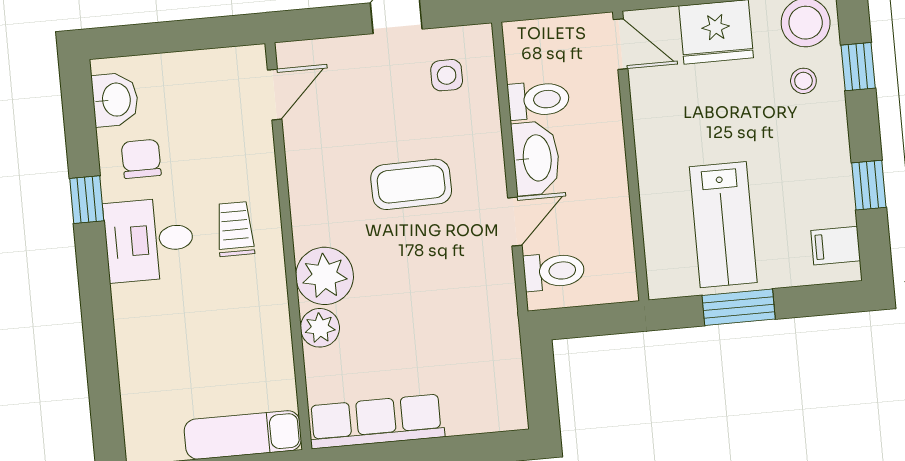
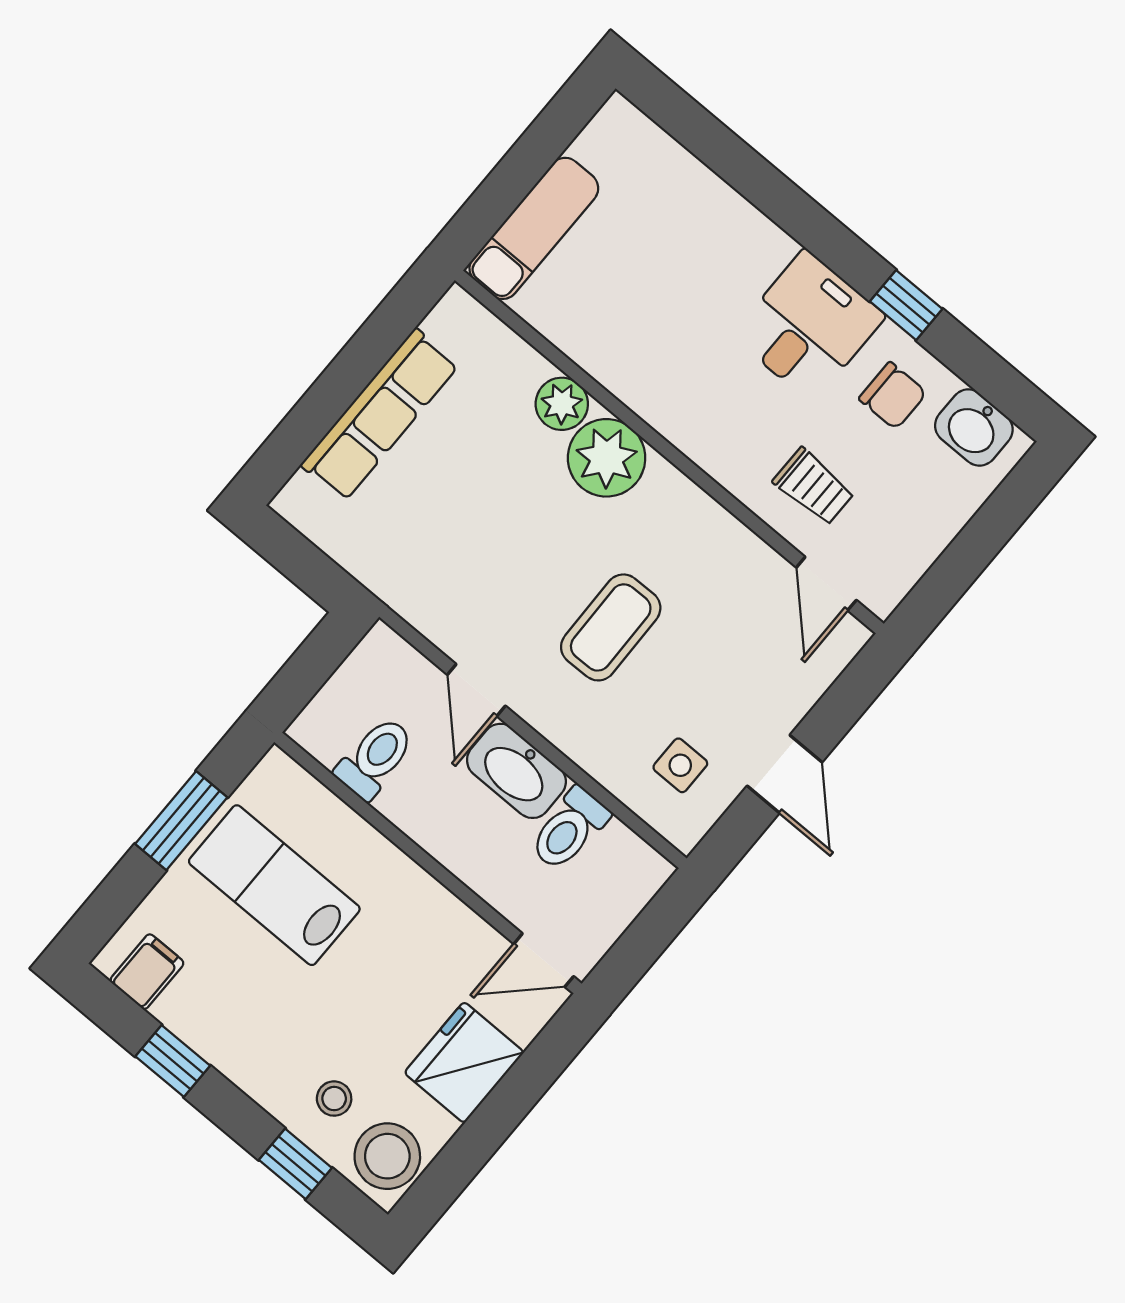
trolley: (235, 229) -> (814, 487), moved
toilet: (554, 271) -> (375, 758), moved, turned 180
row of seats: (376, 421) -> (380, 415), moved

